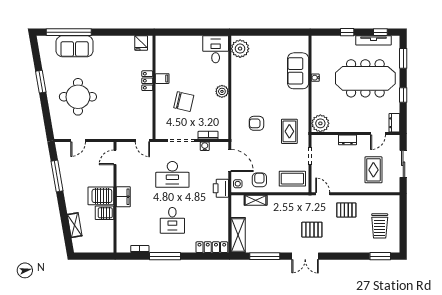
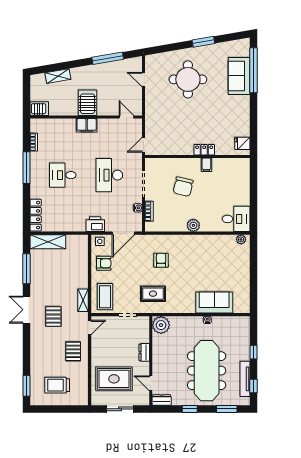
plant: (240, 49) -> (241, 239), width x0.53, depth x0.53
rug: (373, 170) -> (114, 379), width x1.36, depth x1.43
shelving: (256, 200) -> (83, 300), moved
server rack: (105, 213) -> (39, 109), moved, turned 90

